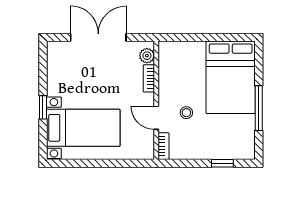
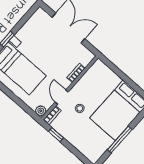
plant: (147, 56) -> (41, 111), moved
window: (222, 163) -> (56, 135), moved

